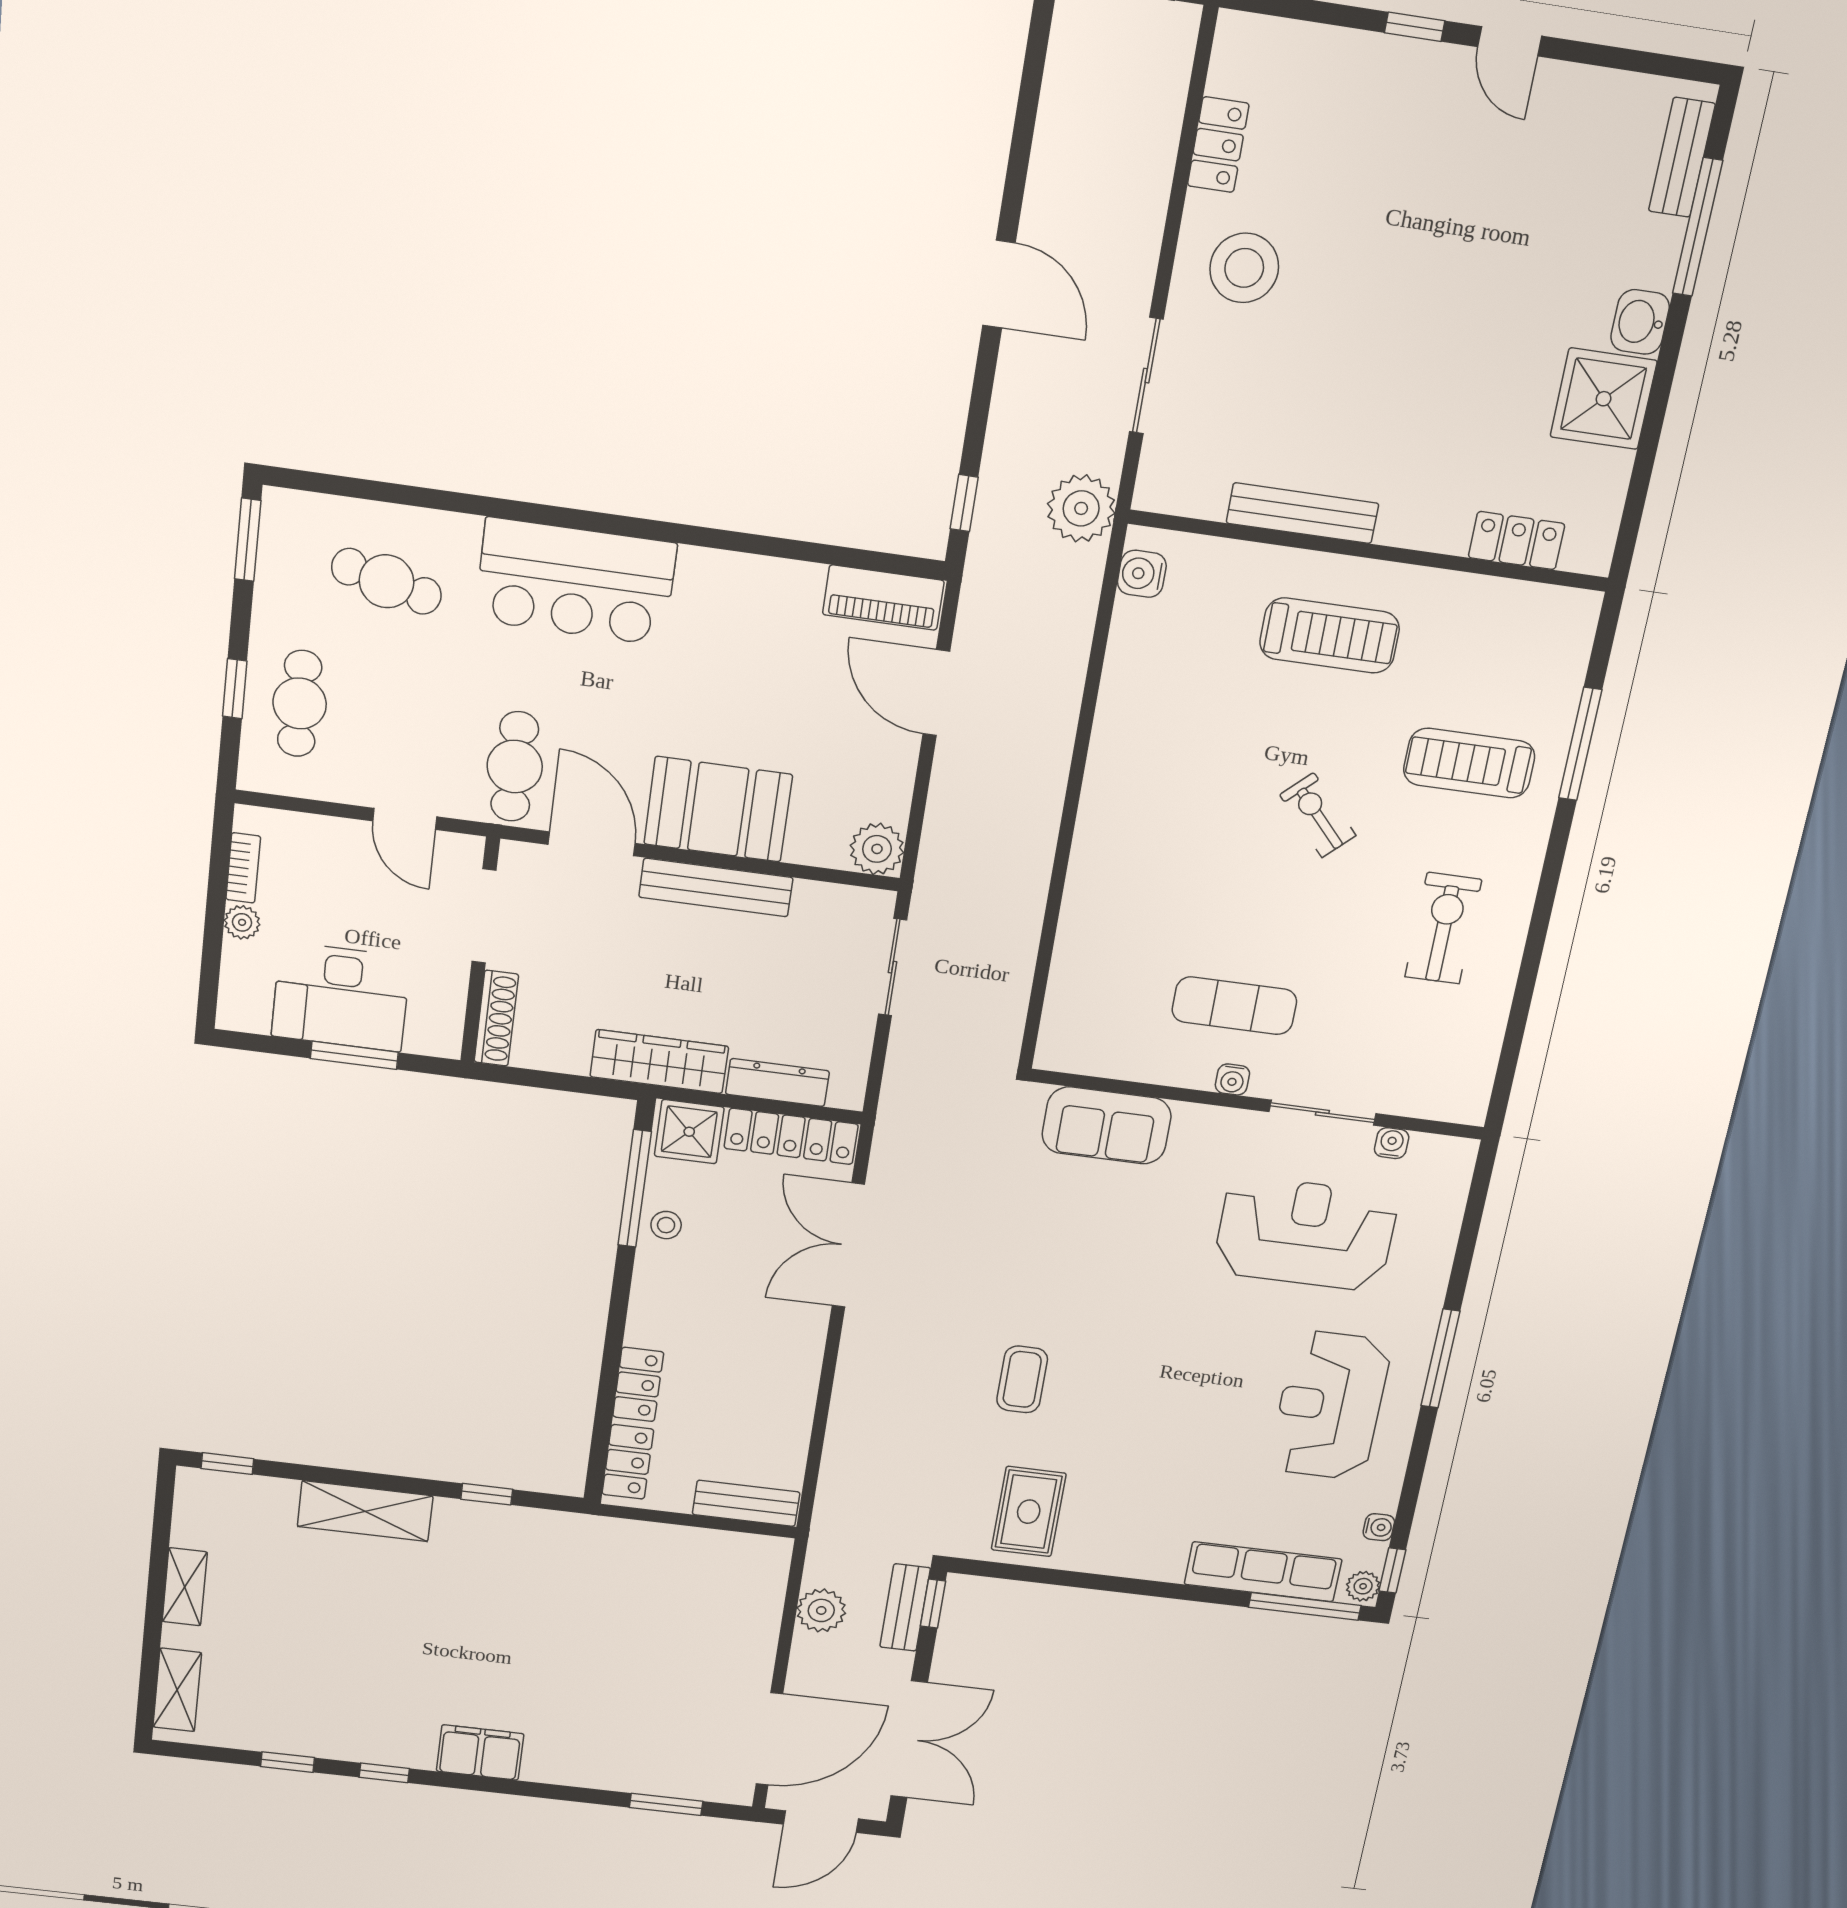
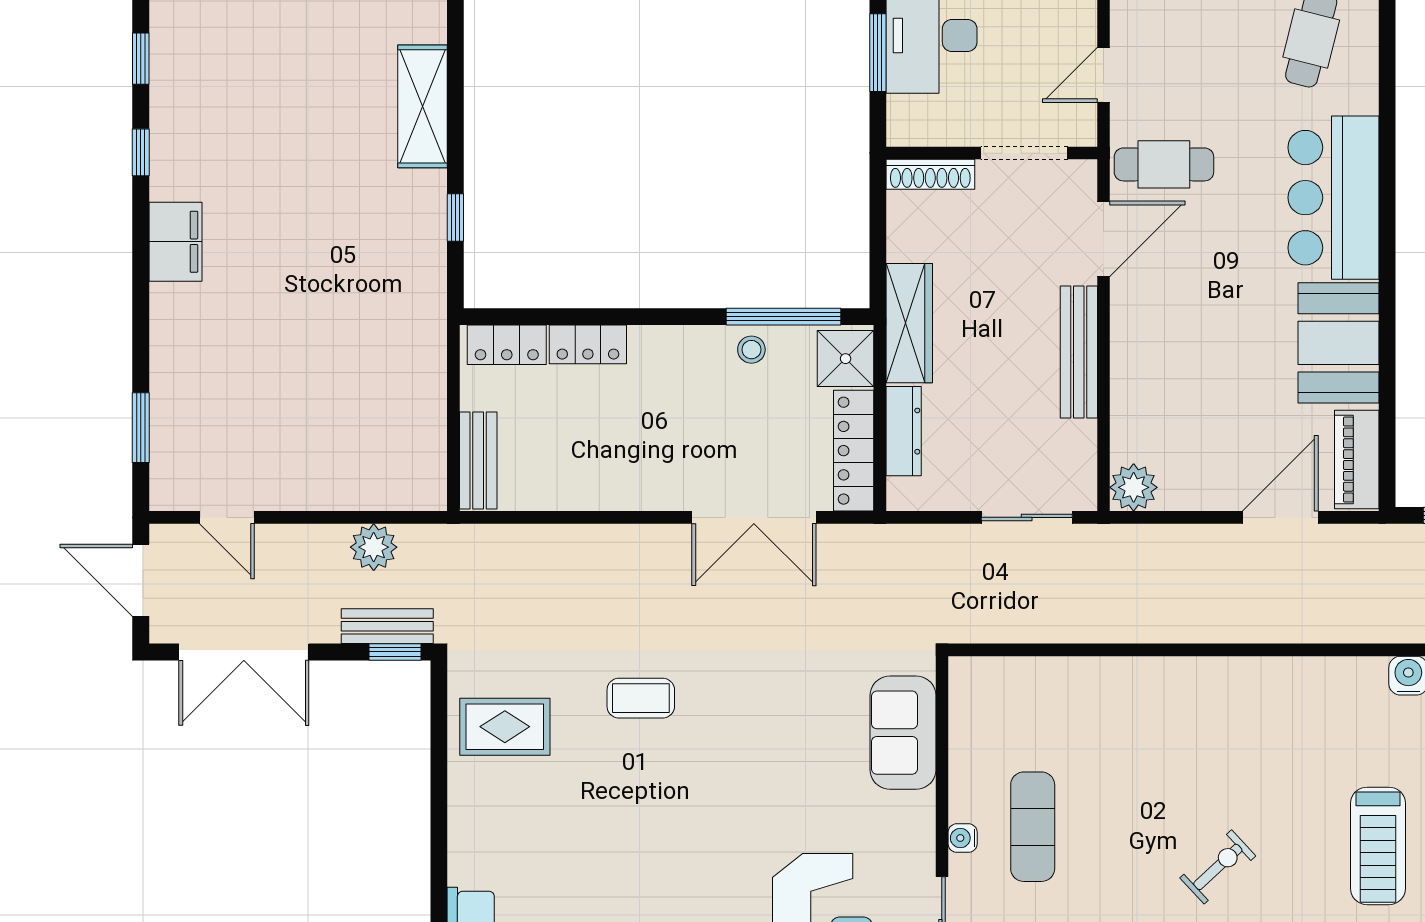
booth: (718, 809) -> (1338, 343), moved
double door: (848, 1245) -> (754, 517), swing flipped
door: (769, 1739) -> (227, 517), width x0.53

